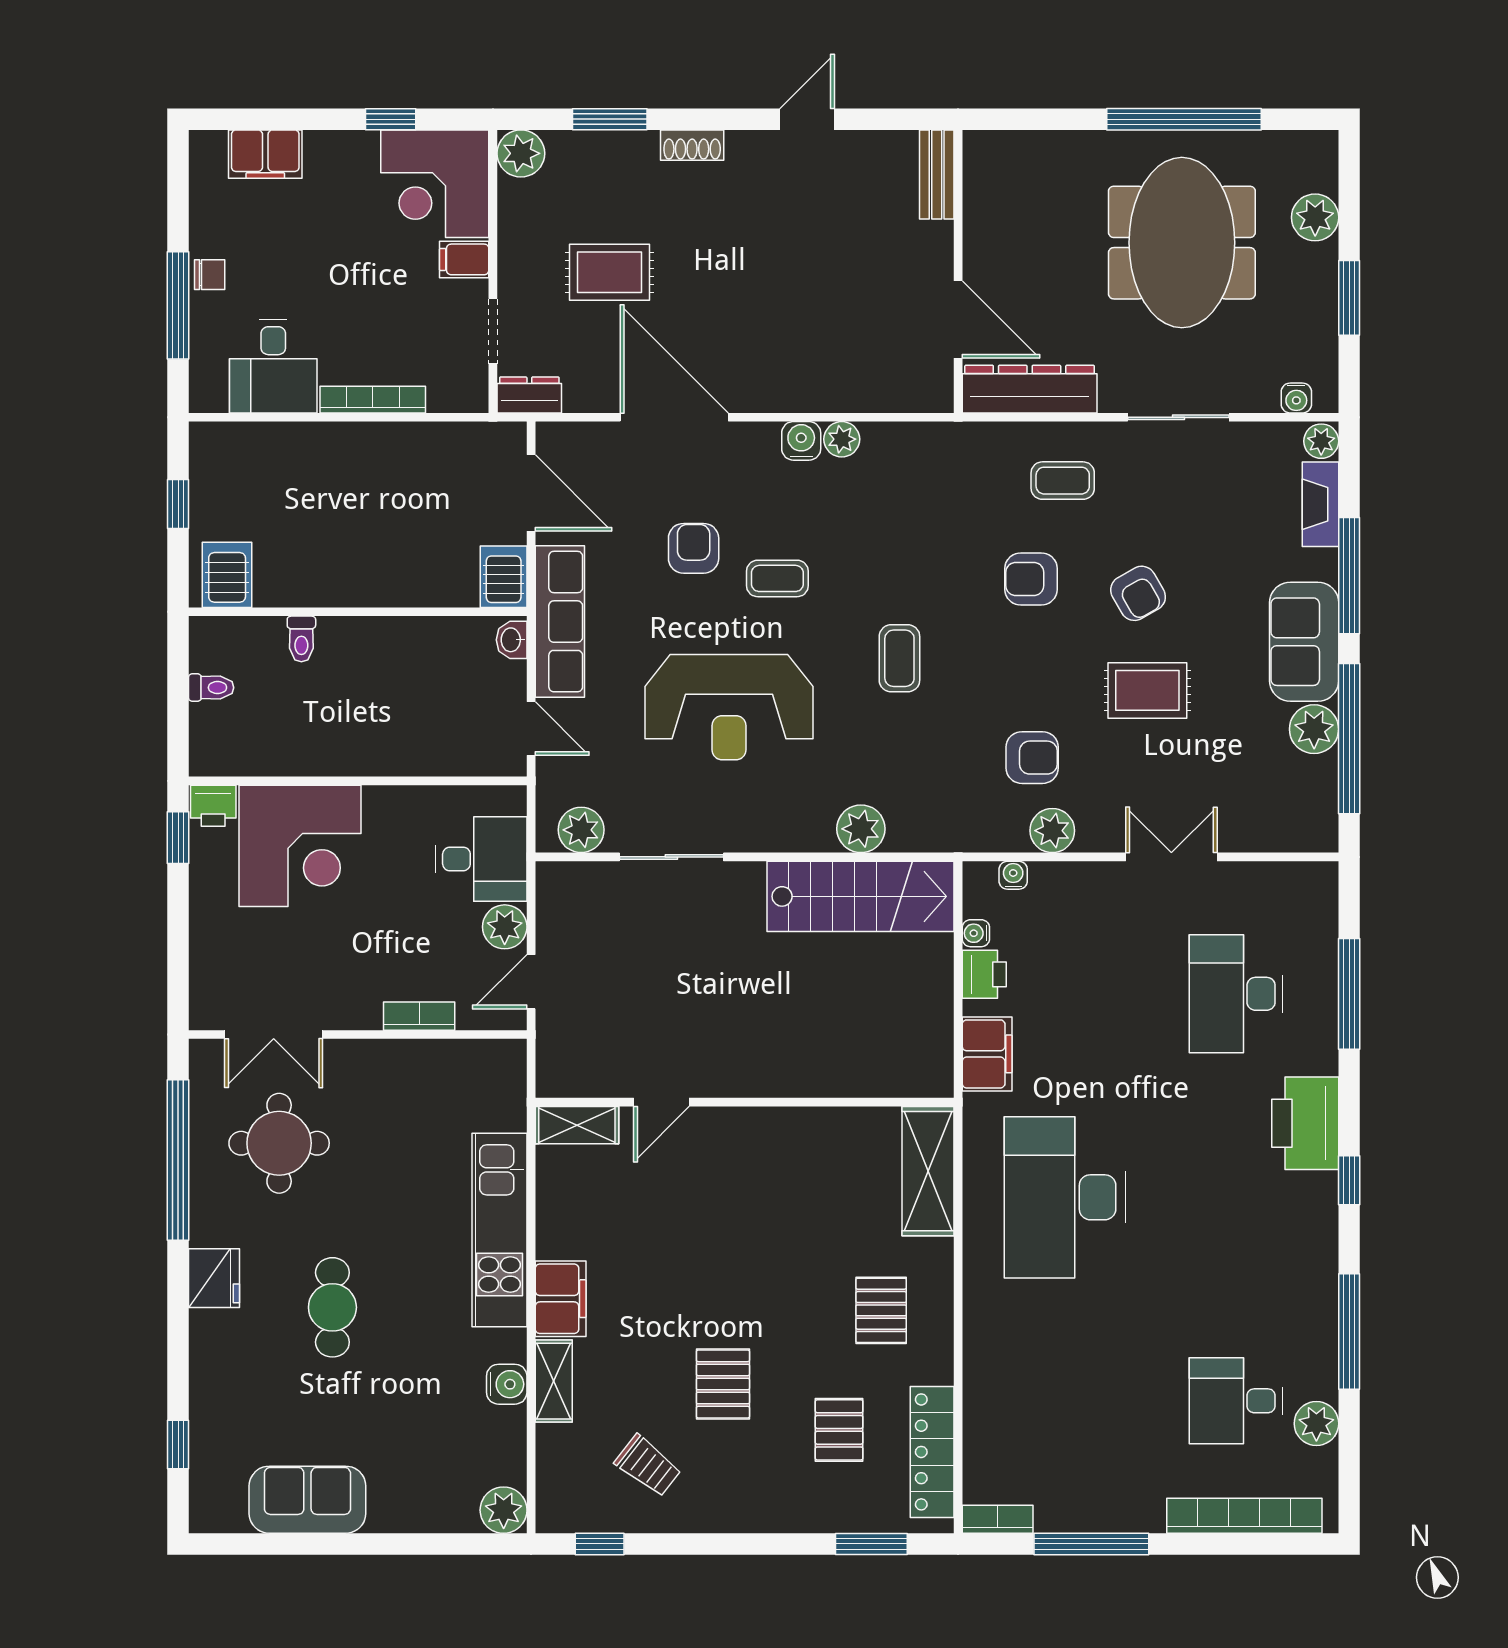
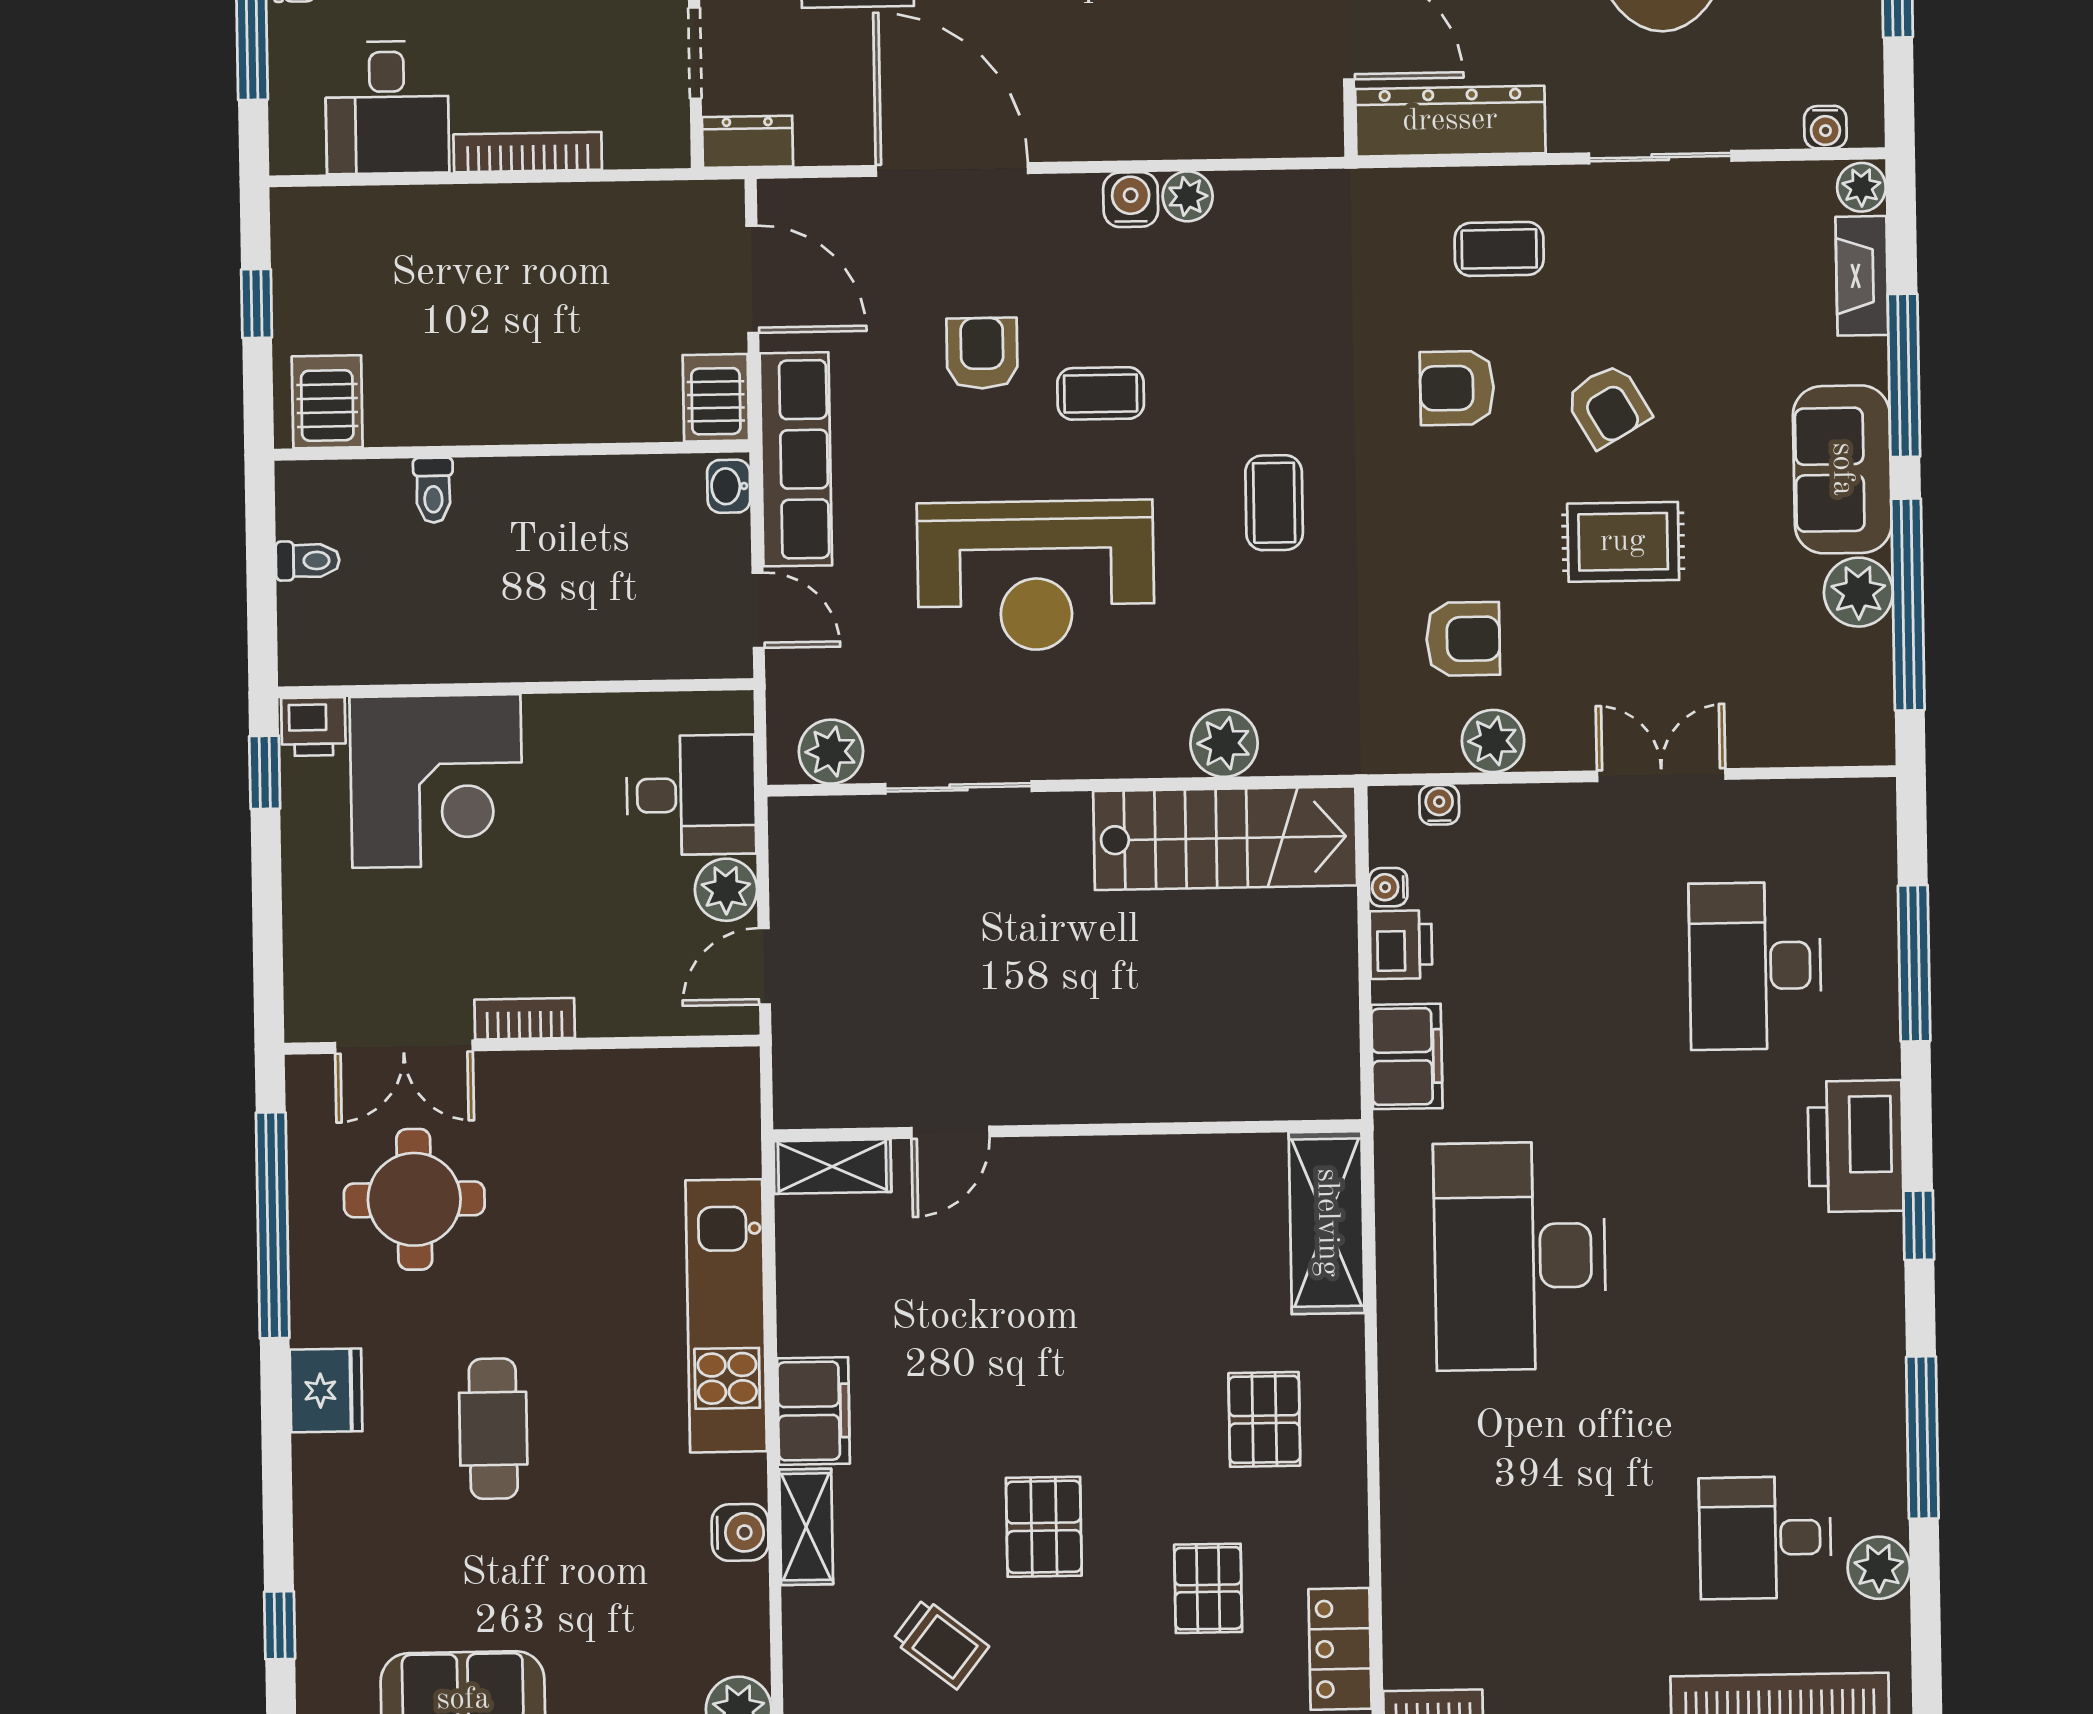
bookcase: (419, 1016) -> (525, 1019), moved
locker: (932, 1452) -> (1340, 1649), width x0.66

